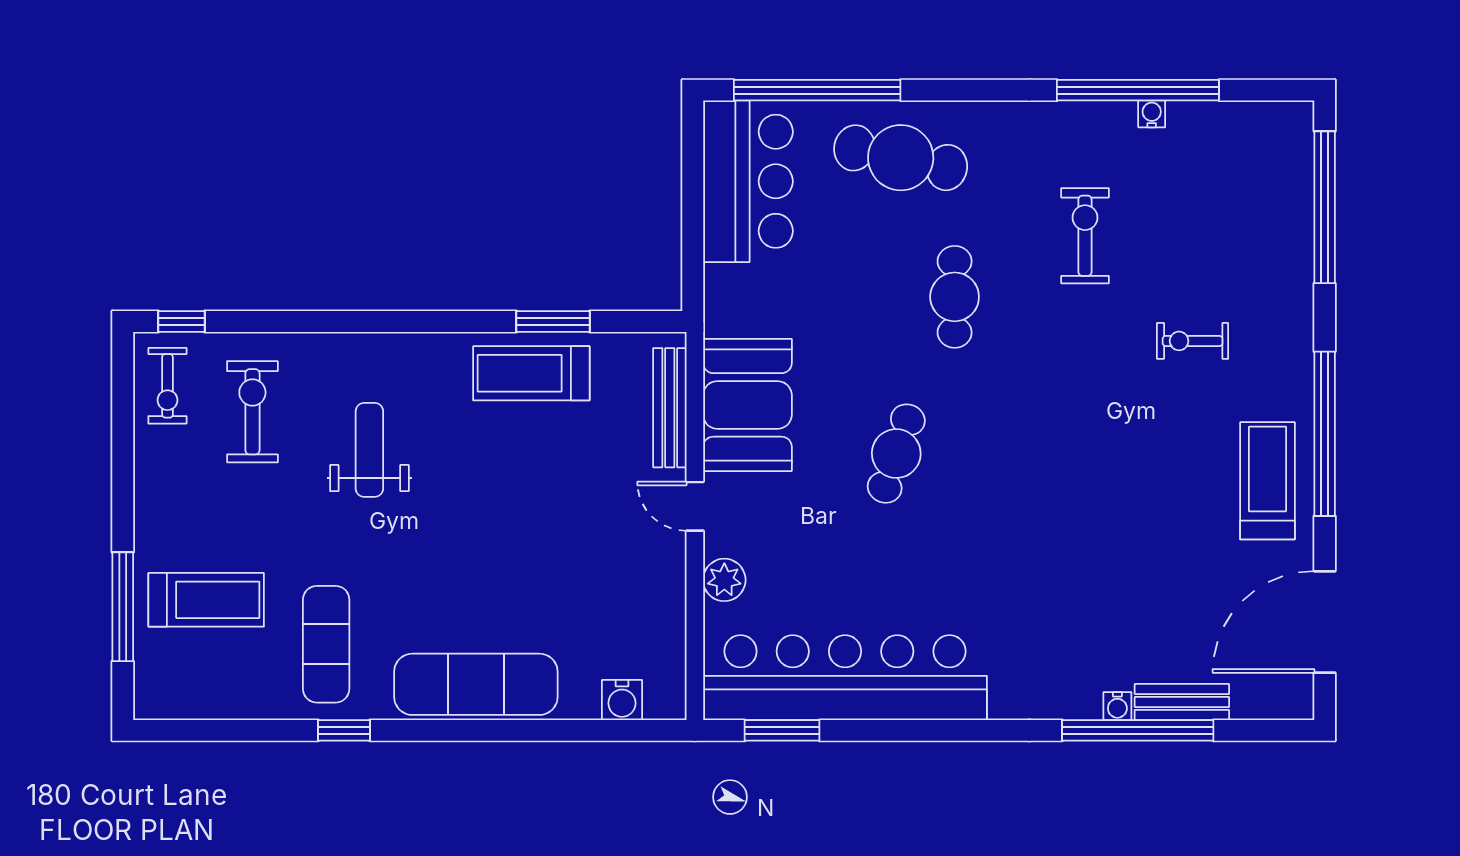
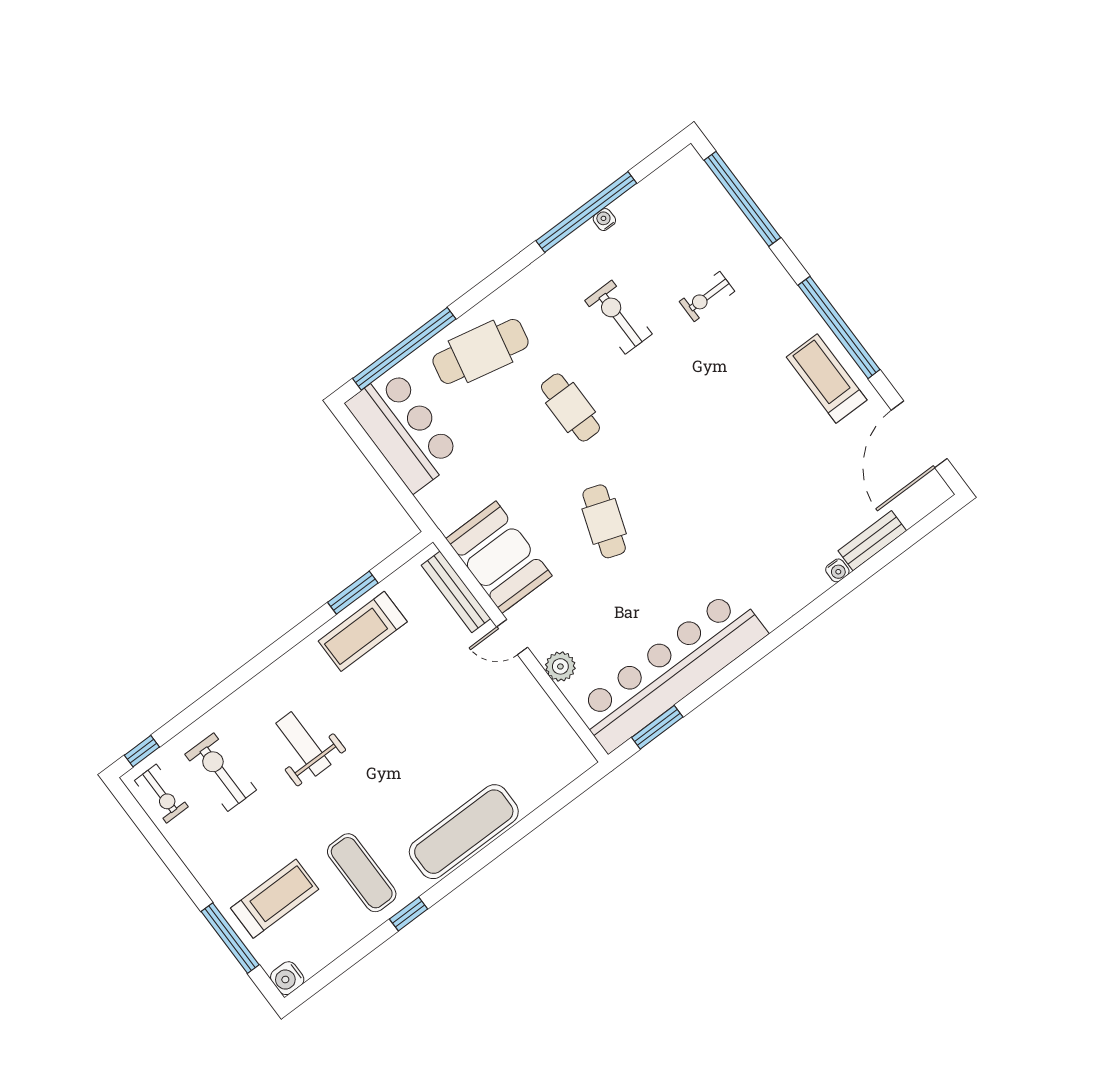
exercise bike: (1193, 341) -> (707, 296), moved
water cooler: (622, 700) -> (287, 978), moved, turned 90
window: (1138, 730) -> (859, 576), removed

